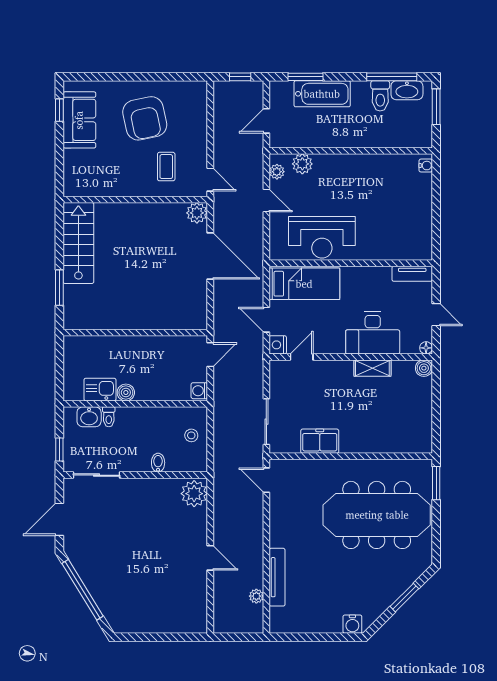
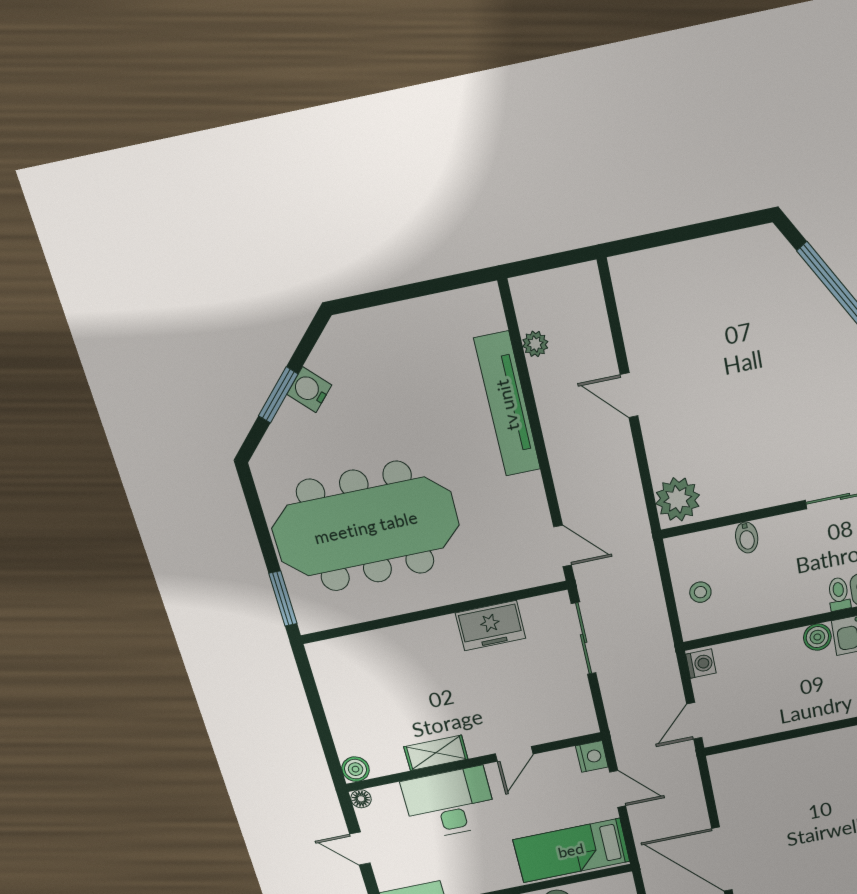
door: (302, 357) -> (514, 754), moved
tv unit: (277, 577) -> (507, 405), width x1.36, depth x1.29
water cooler: (352, 624) -> (309, 390), moved, turned -45

